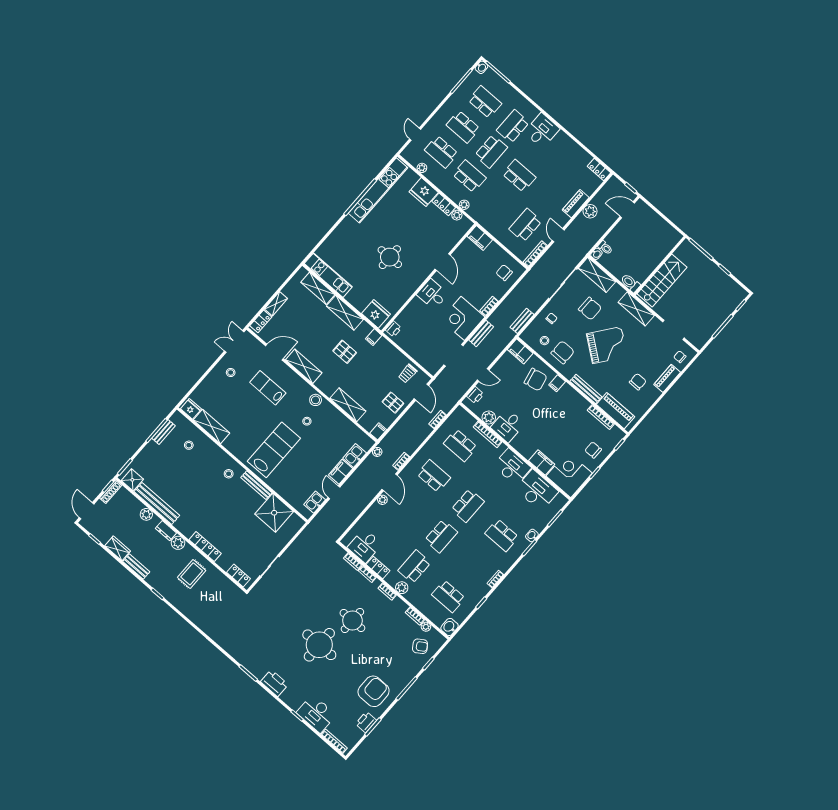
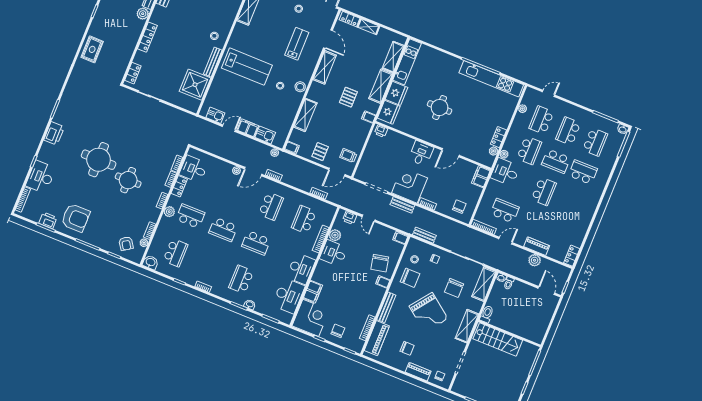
desk: (542, 130) -> (505, 172), moved, turned 180
fridge: (424, 192) -> (396, 93), moved, turned 180
filing cabinet: (520, 351) -> (400, 238), width x0.50
rug: (192, 574) -> (92, 49), moved, turned 90
school desk: (448, 596) -> (175, 253), turned 180

